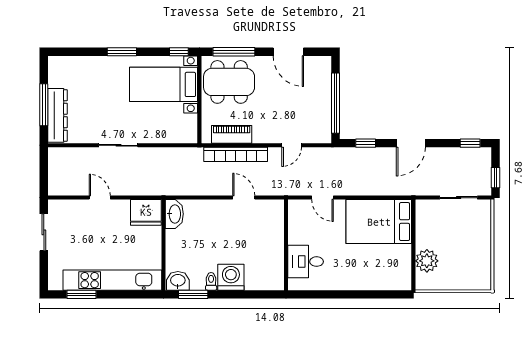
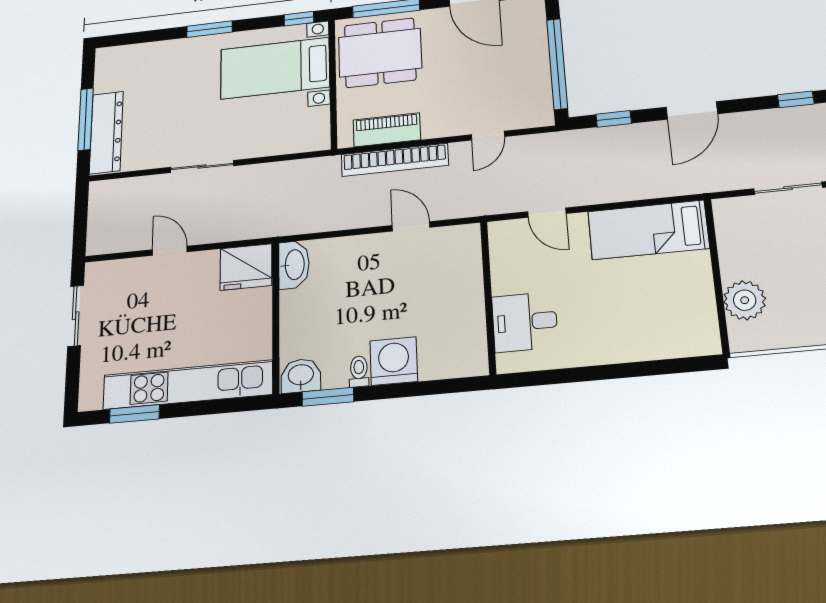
bed: (379, 222) -> (648, 230), width x0.67

